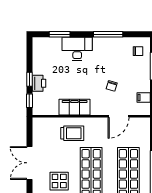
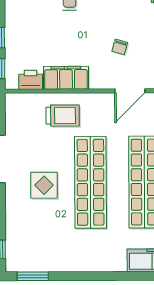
printer: (39, 83) -> (31, 80), moved, turned -90

